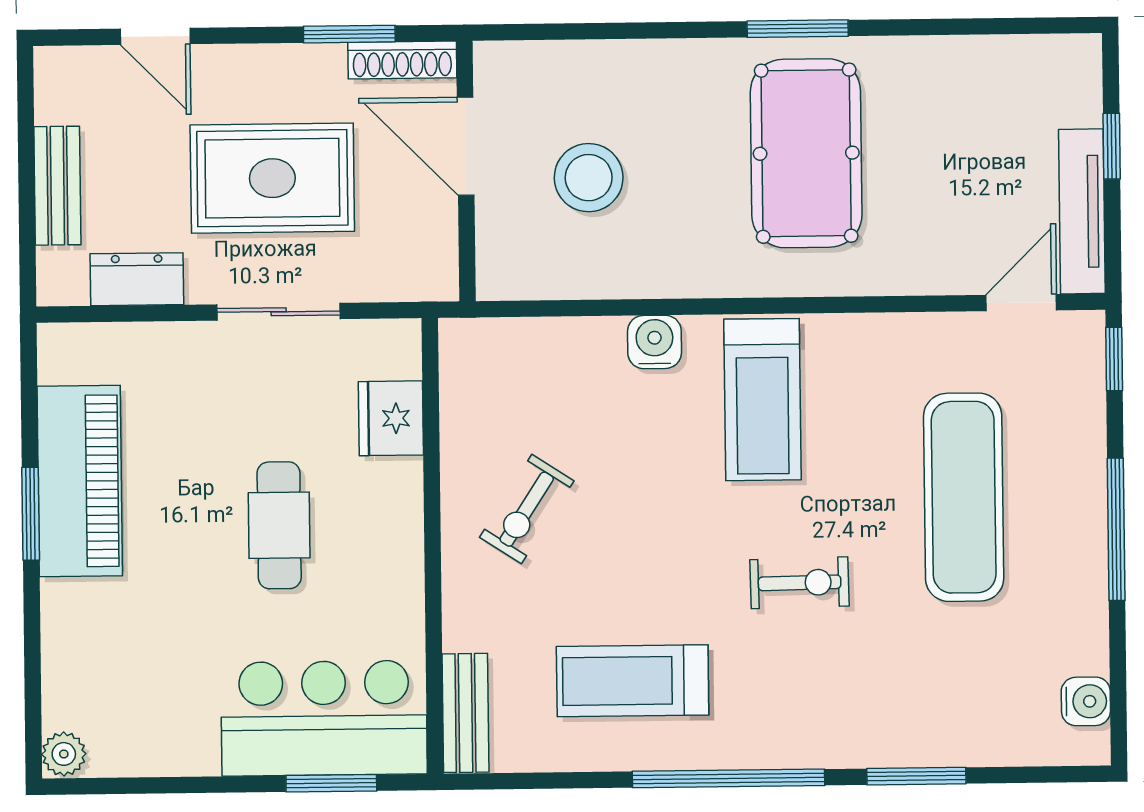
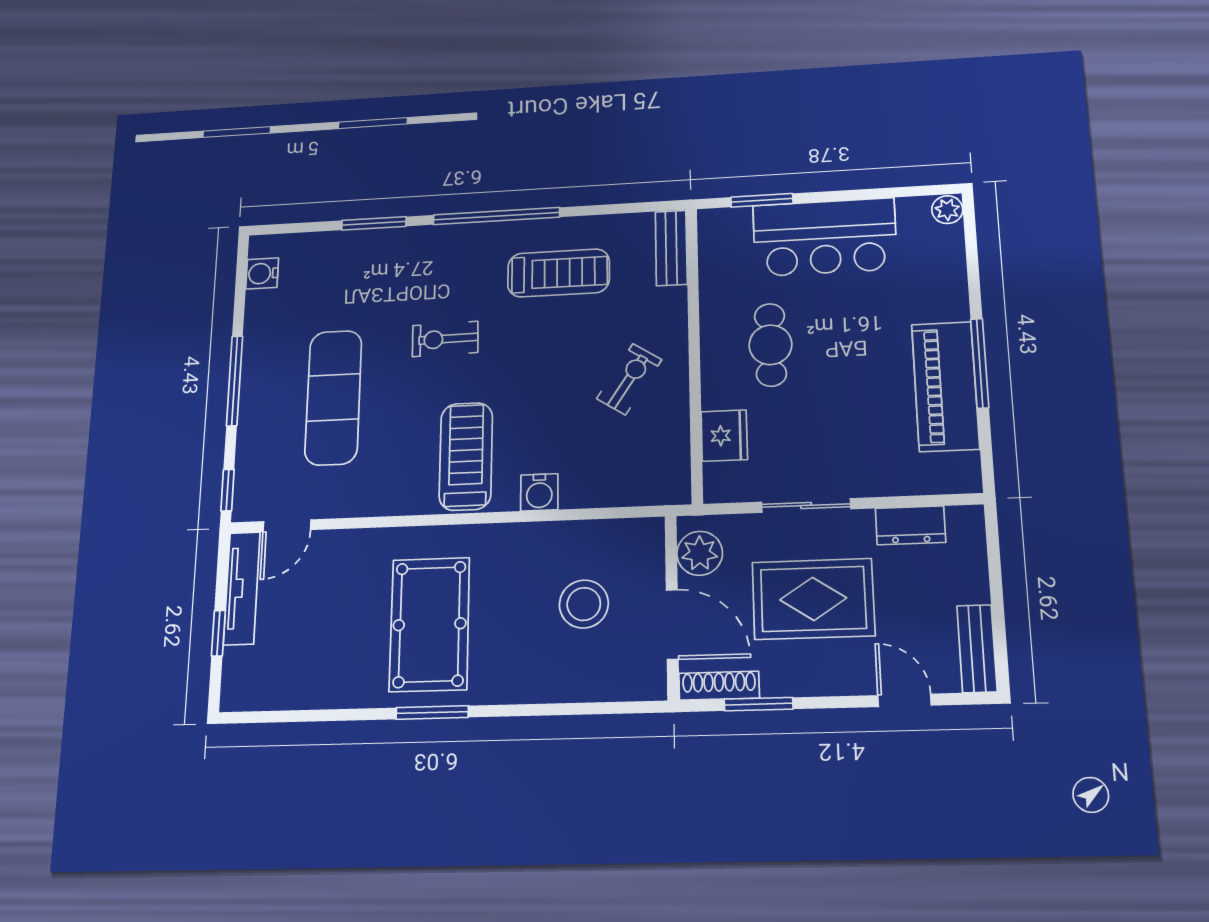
bench: (57, 186) -> (977, 649), moved
plant: (427, 247) -> (700, 553), added
window: (31, 514) -> (980, 363), width x1.44
cafe table: (279, 525) -> (770, 345), moved
bar counter: (324, 718) -> (825, 237), moved

